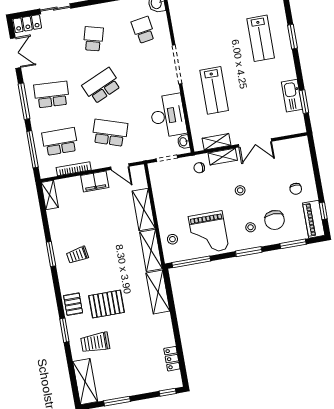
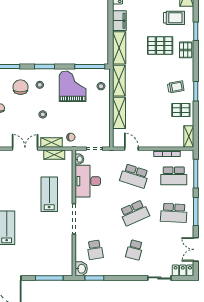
filing cabinet: (95, 182) -> (119, 21), moved, turned 90
pallet: (66, 227) -> (181, 110), added

